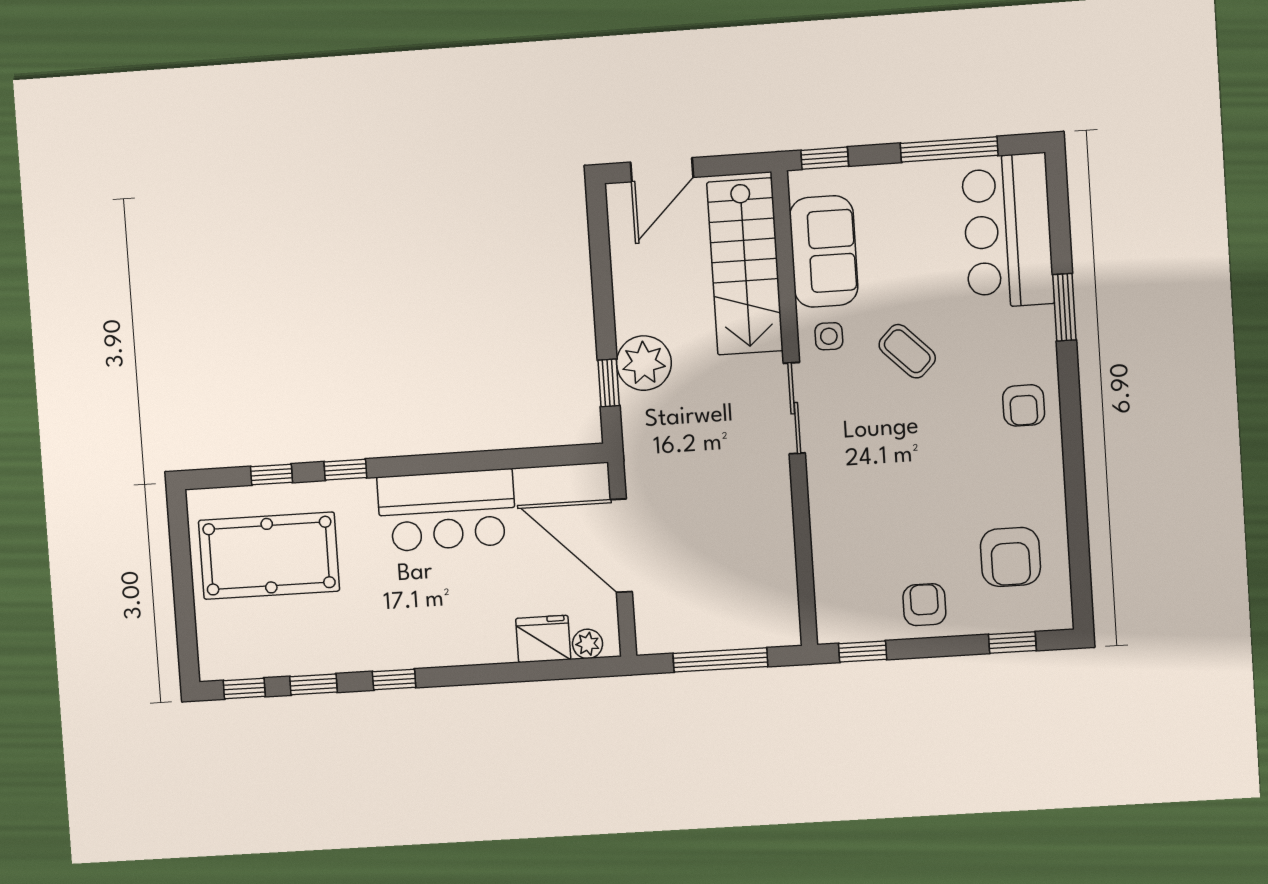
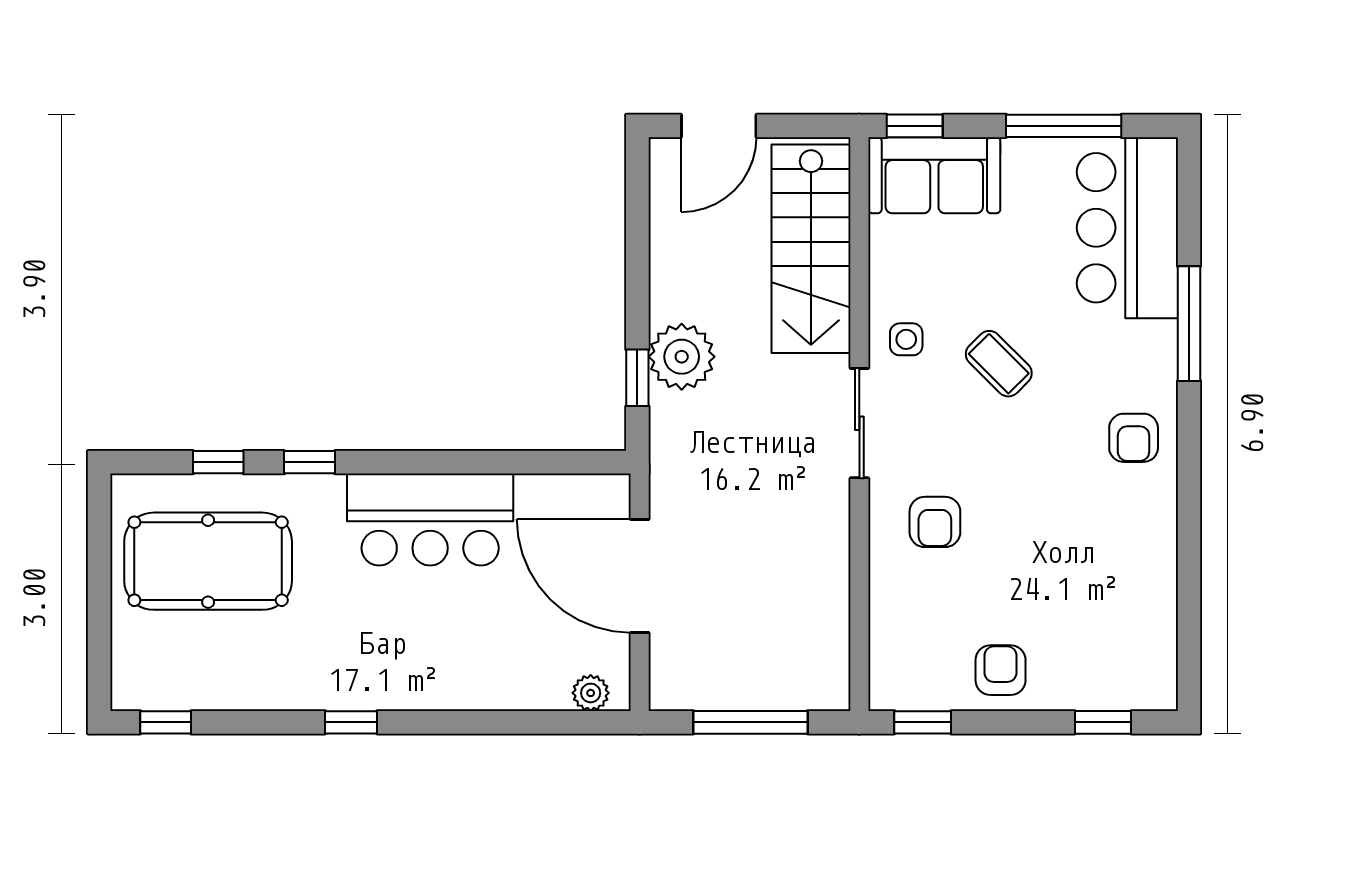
sofa: (824, 251) -> (934, 175), moved, turned 90
window: (1064, 307) -> (1189, 324), width x1.44
armchair: (1010, 557) -> (935, 522), moved, width x0.72, depth x0.72
fridge: (543, 639) -> (537, 684), removed
window: (314, 684) -> (252, 722), removed

